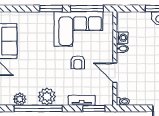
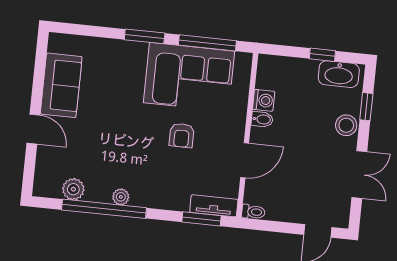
door: (115, 73) -> (245, 160), swing flipped
plant: (47, 97) -> (121, 197), width x0.53, depth x0.53
tv unit: (82, 100) -> (214, 206), moved

